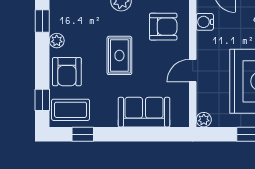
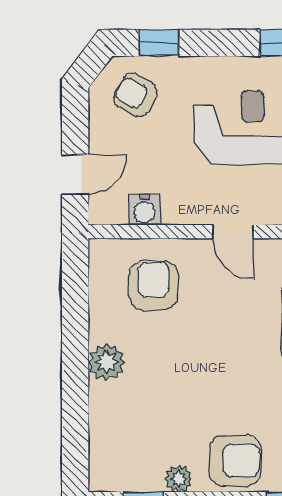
rug: (119, 55) -> (206, 365), removed

